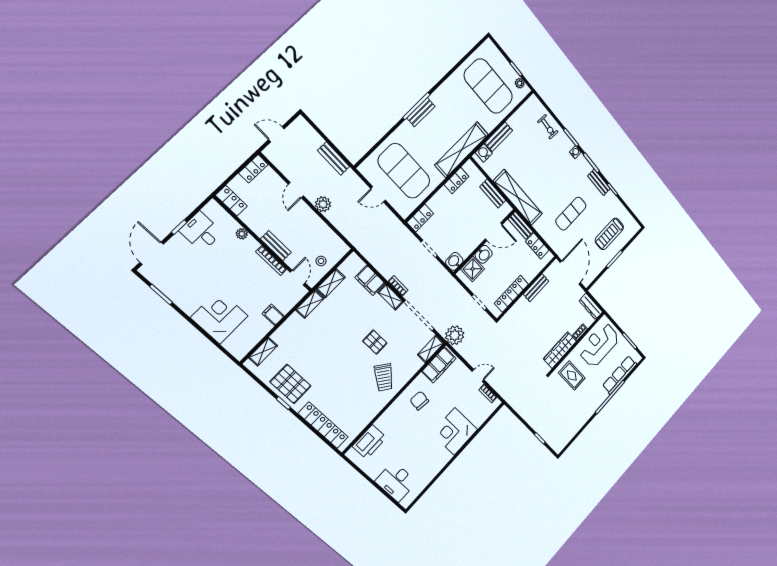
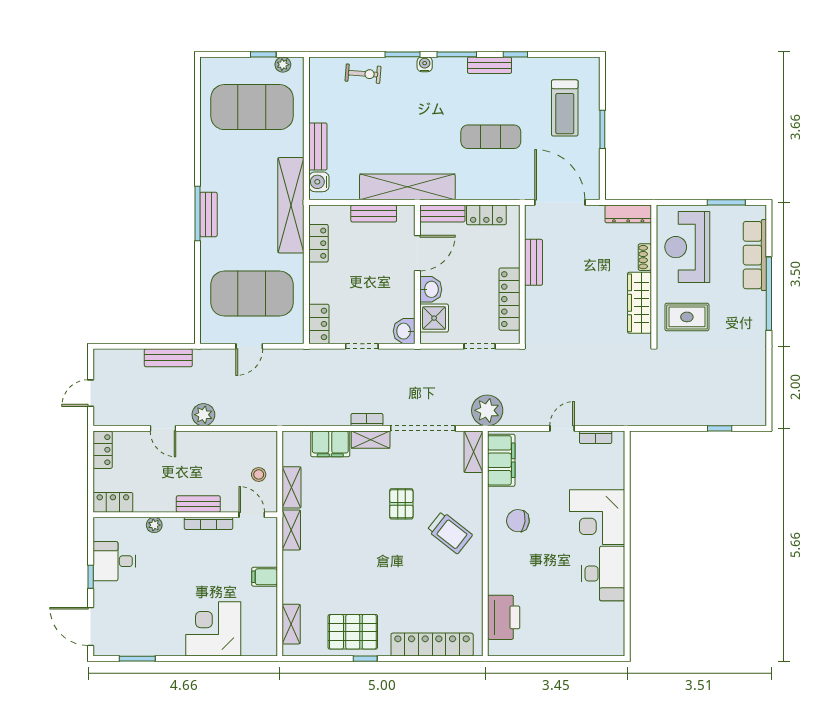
exercise mat: (571, 214) -> (491, 137), turned 90
pallet: (375, 342) -> (401, 504), turned 90
desk: (396, 482) -> (603, 574), moved, turned -90

